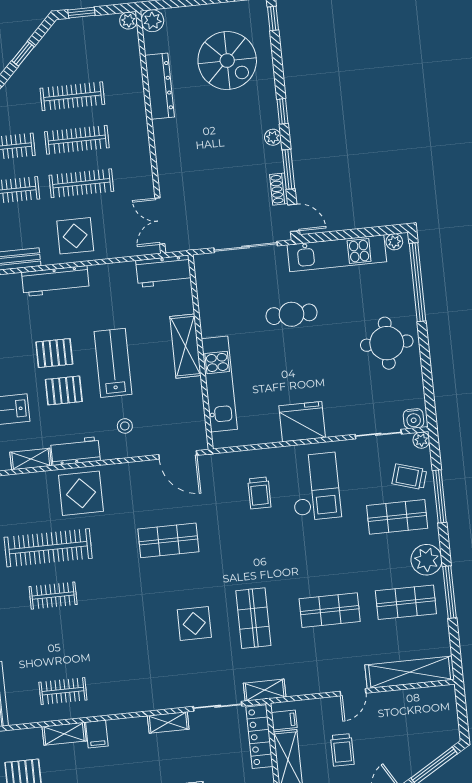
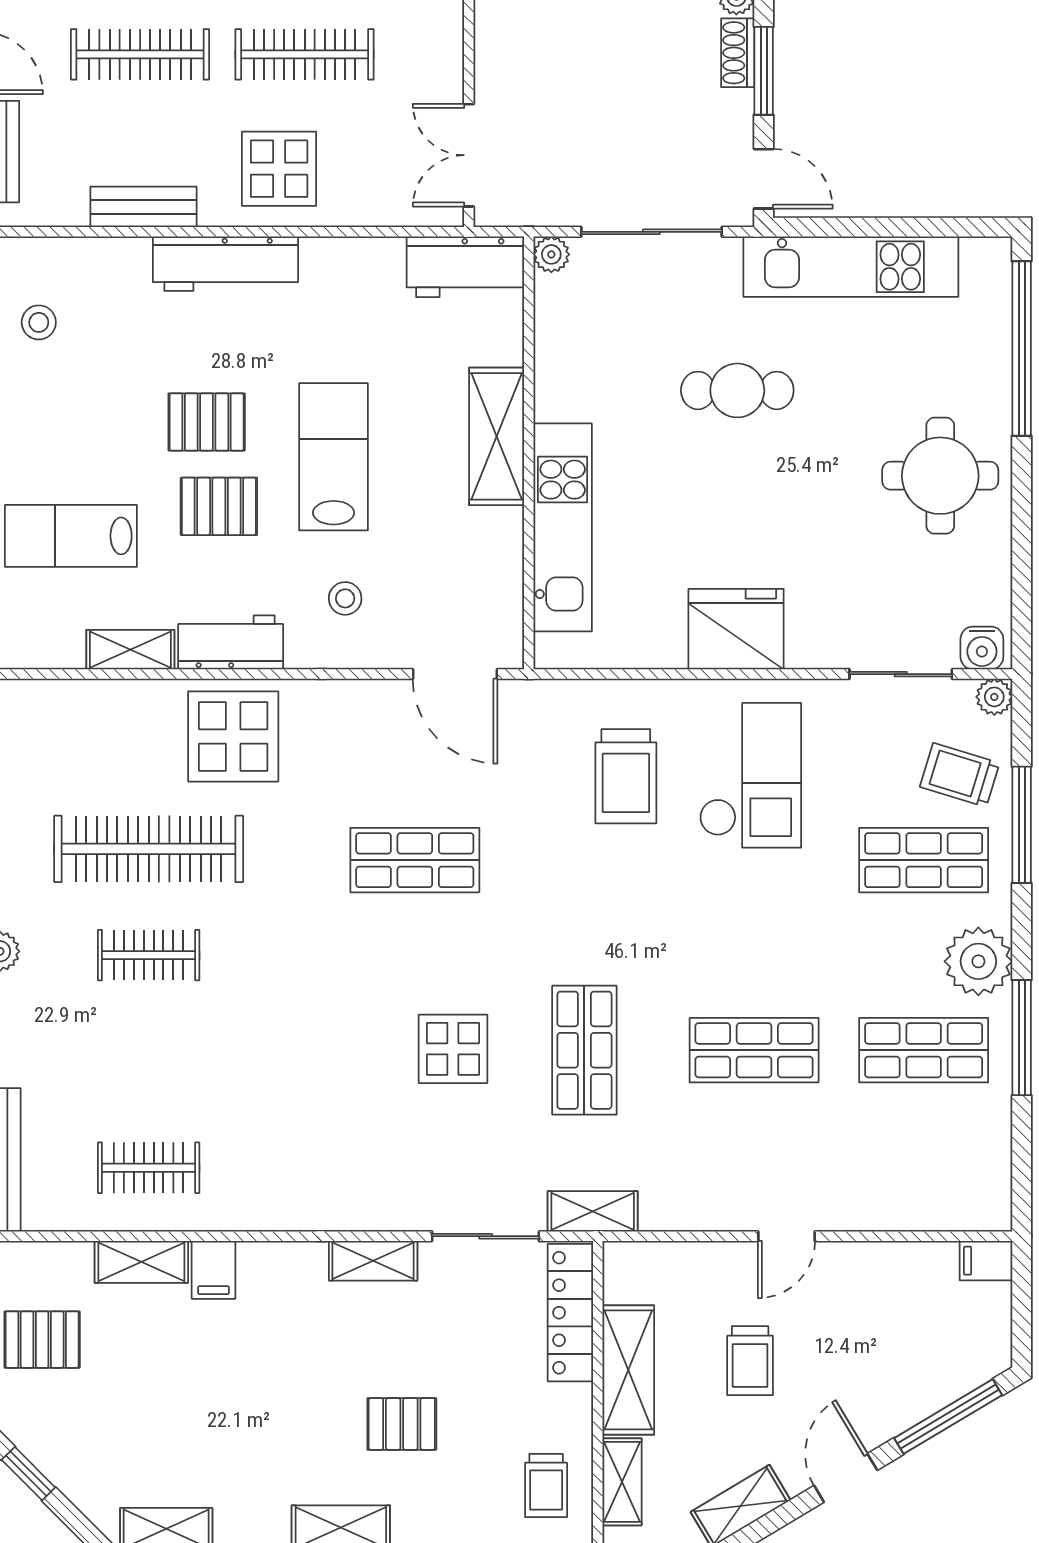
shoe rack: (279, 189) -> (738, 53), moved
plant: (394, 242) -> (551, 254), moved
trolley: (259, 493) -> (626, 776), width x1.36, depth x1.39
shelving: (410, 672) -> (916, 1205), removed
filing cabinet: (284, 720) -> (986, 1261), moved, turned 180

